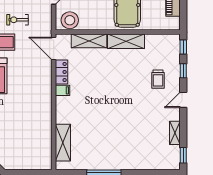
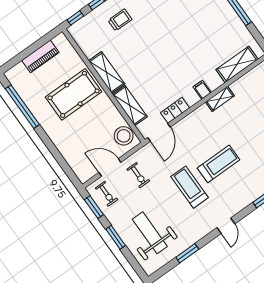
exercise bike: (18, 20) -> (138, 175), moved
filing cabinet: (63, 90) -> (202, 90), moved
shelving: (46, 112) -> (220, 99), added

